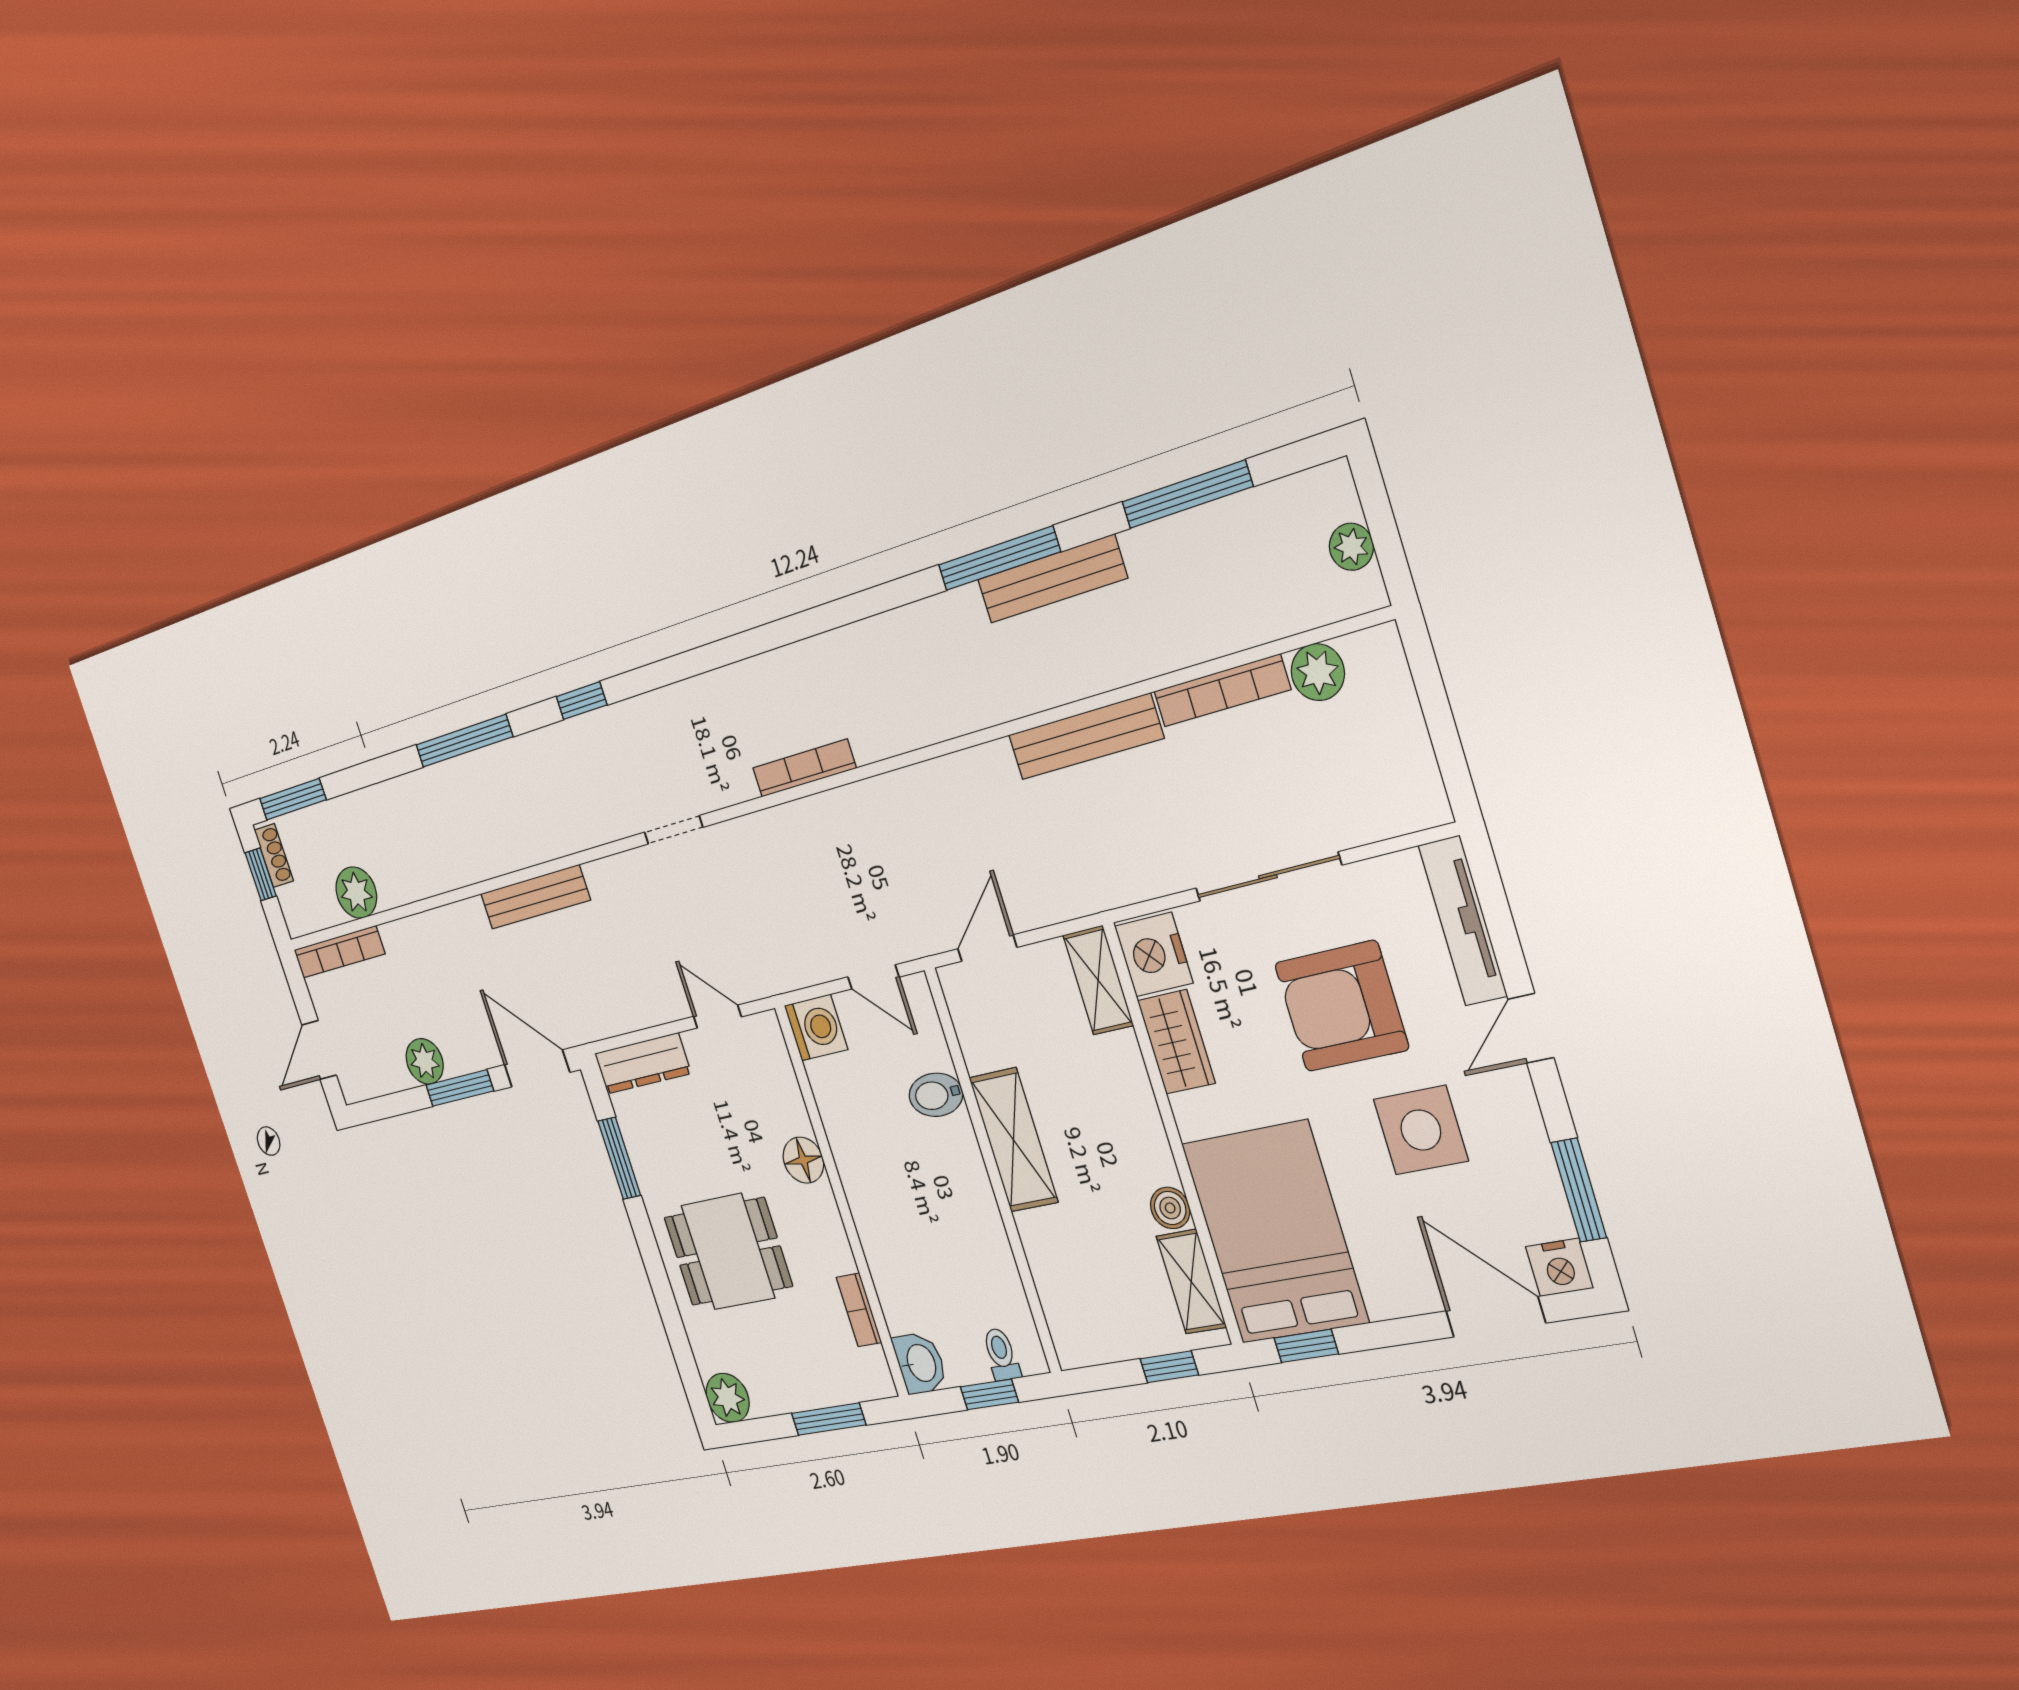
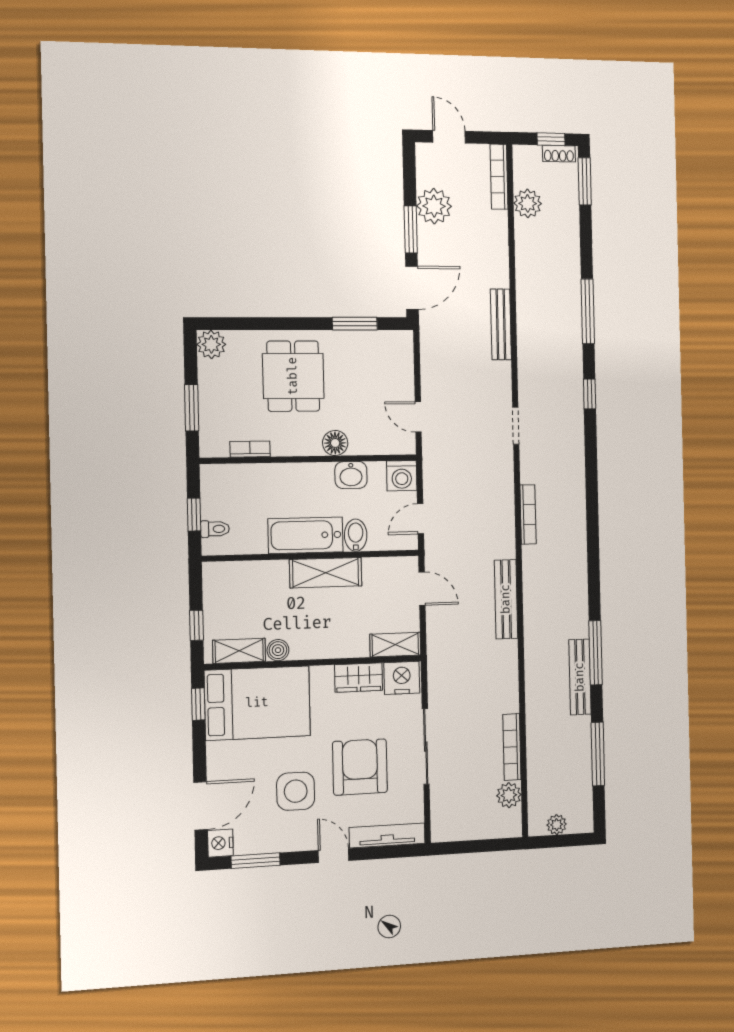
bench: (1085, 737) -> (506, 599), moved
door: (717, 1017) -> (418, 417), swing flipped
plant: (425, 1061) -> (434, 206), width x1.36, depth x1.36
dresser: (643, 1063) -> (403, 360), removed
bathtub: (963, 1188) -> (306, 535), added
washbasin: (920, 1363) -> (351, 475), moved

